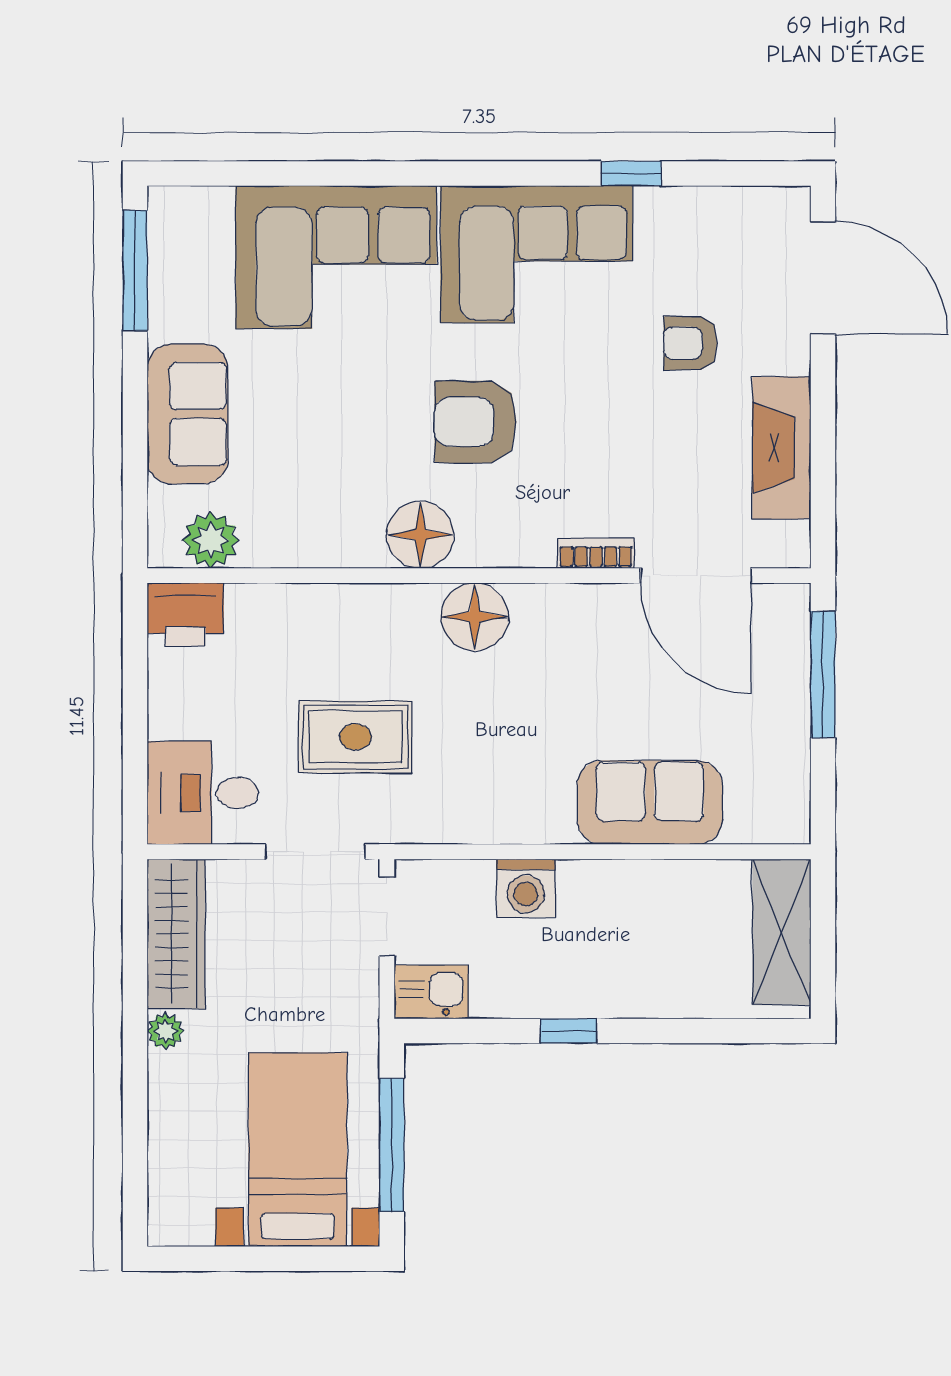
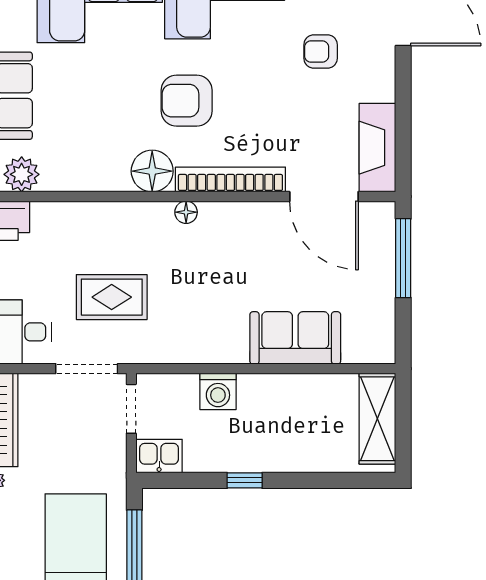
fireplace: (782, 448) -> (377, 148), moved
bookcase: (596, 553) -> (230, 179), width x2.31, depth x1.31
floor lamp: (475, 617) -> (186, 212), width x0.53, depth x0.53

